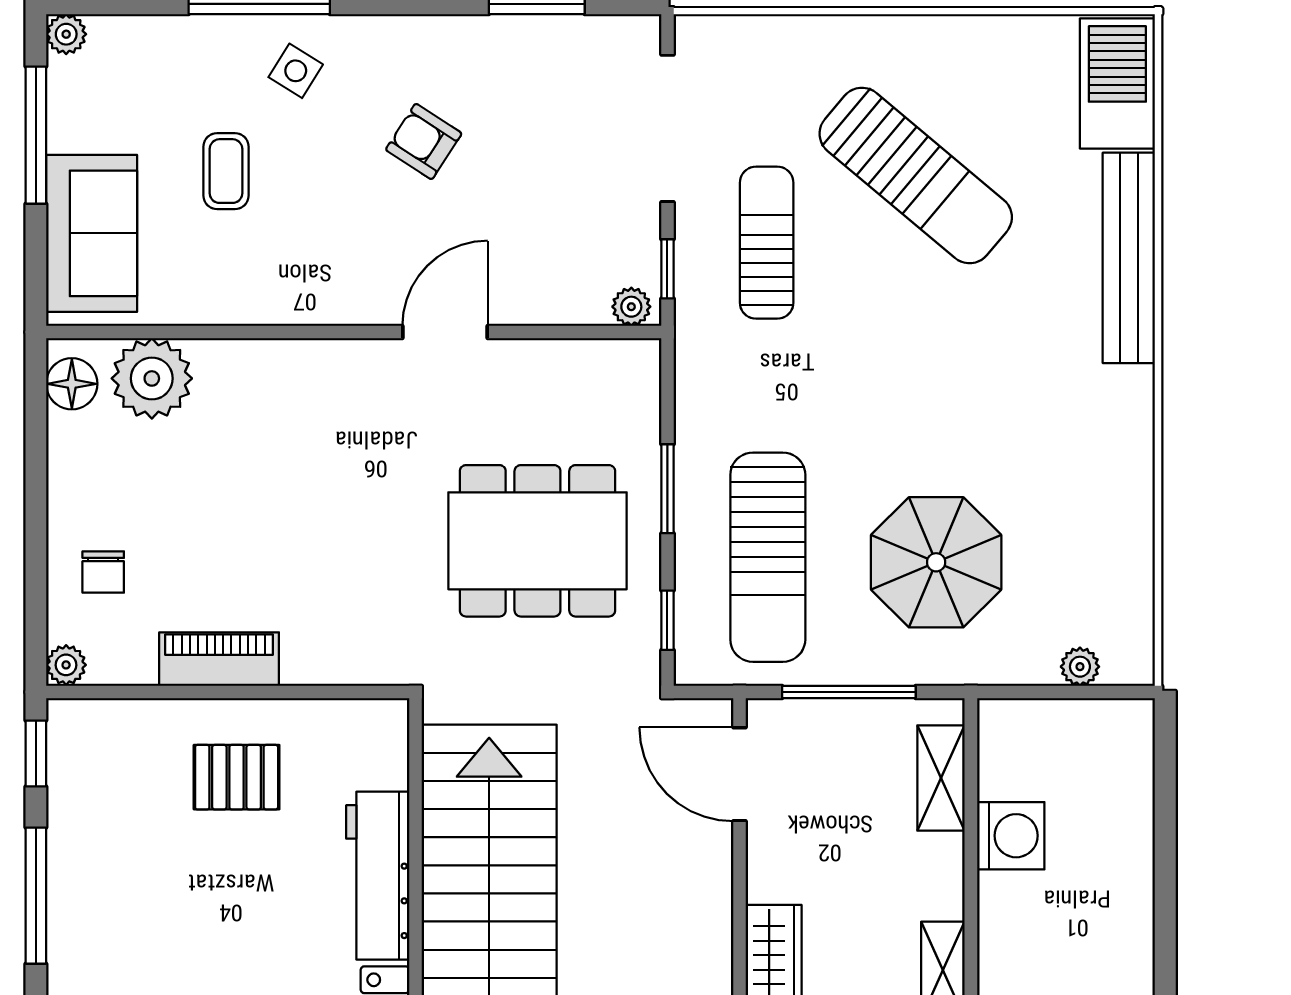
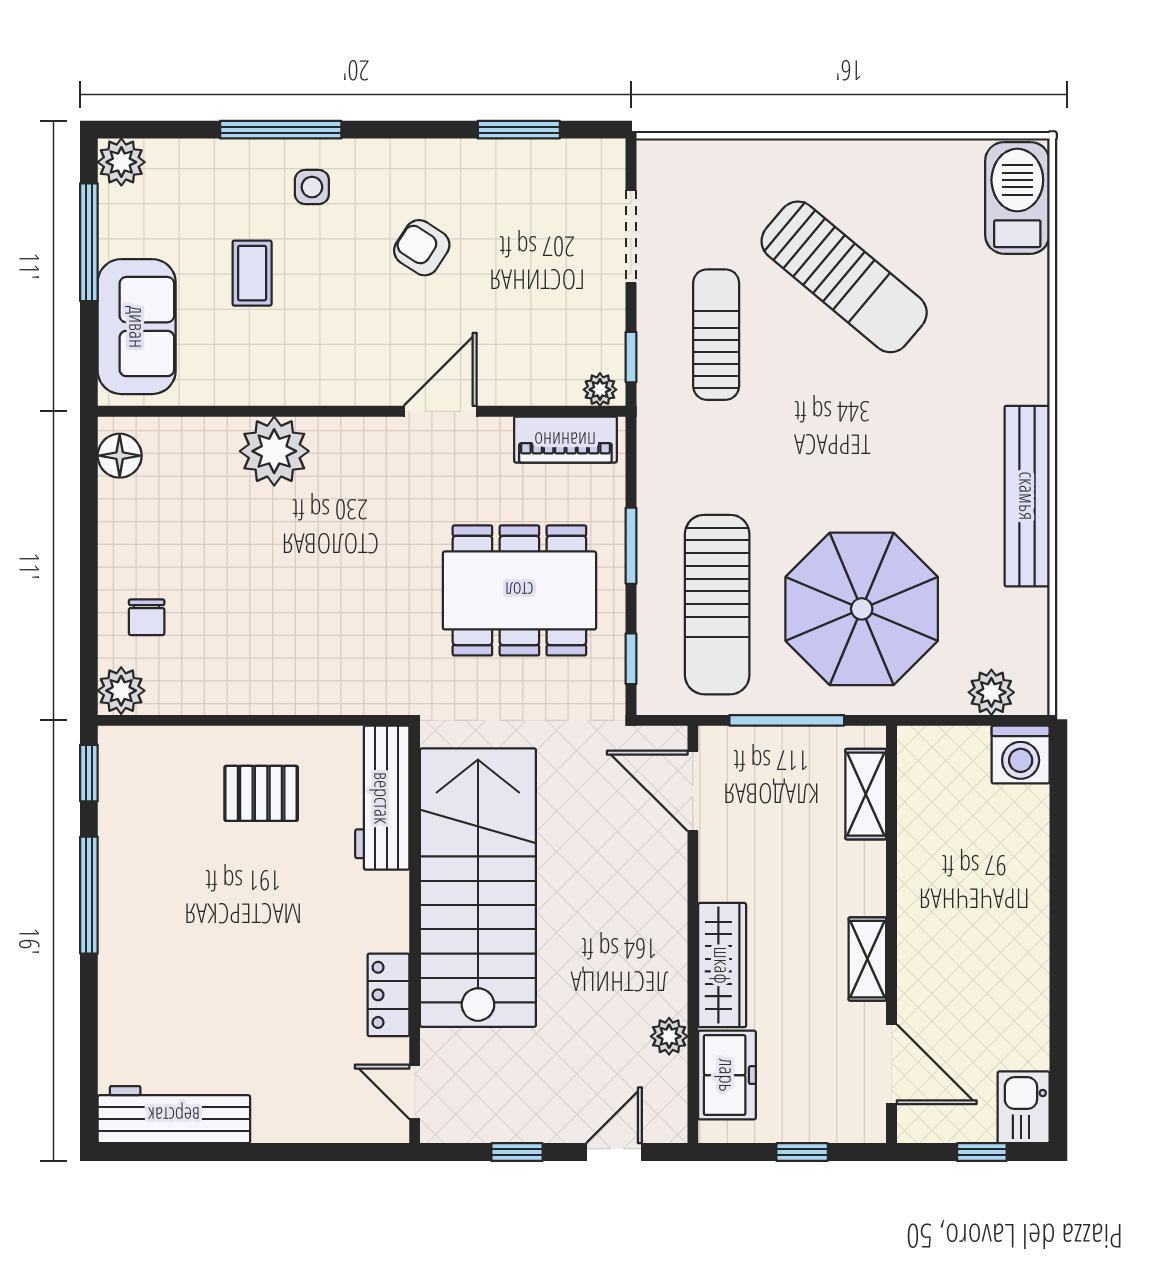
plant: (66, 34) -> (121, 162), width x1.38, depth x1.38
side table: (296, 71) -> (312, 187), turned -32
doorway: (667, 128) -> (631, 236), width x0.73
bench: (1129, 258) -> (1027, 496), moved
plant: (152, 378) -> (274, 451), moved
parasol: (936, 562) -> (862, 609), width x1.36, depth x1.36
piano: (219, 659) -> (565, 440), moved, turned 180
plant: (66, 665) -> (121, 691), width x1.38, depth x1.38
plant: (1080, 667) -> (991, 692), width x1.38, depth x1.38
washing machine: (1011, 836) -> (1021, 755), moved, turned 90
workbench: (378, 876) -> (382, 798), moved

